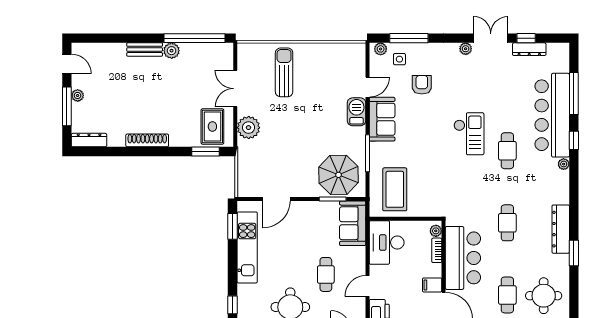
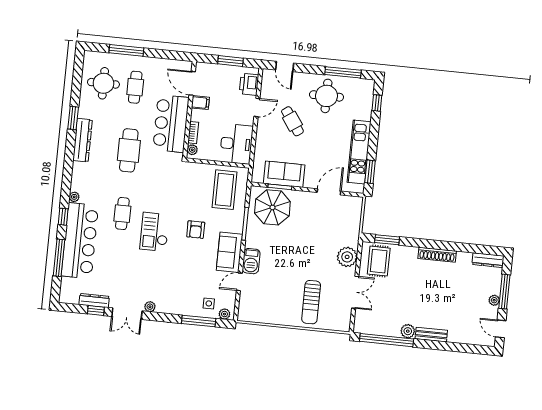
armchair: (422, 85) -> (196, 230), moved
sofa: (353, 223) -> (284, 174), moved, turned -90
cafe table: (507, 223) -> (129, 150), width x1.37, depth x1.35
cafe table: (326, 274) -> (292, 121), turned -35

